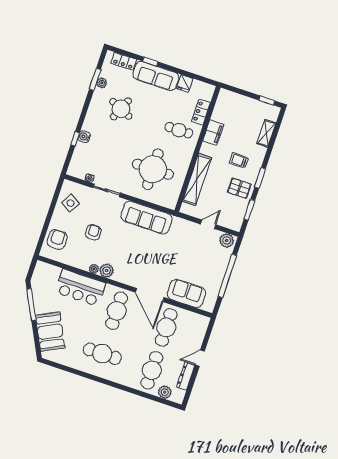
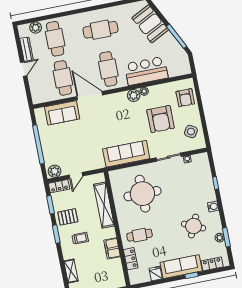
water cooler: (84, 137) -> (213, 206), moved
locker: (231, 223) -> (59, 186), added
armchair: (93, 232) -> (161, 119), width x1.88, depth x1.88

